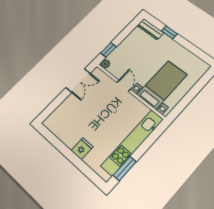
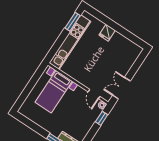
door: (124, 86) -> (94, 94), moved

